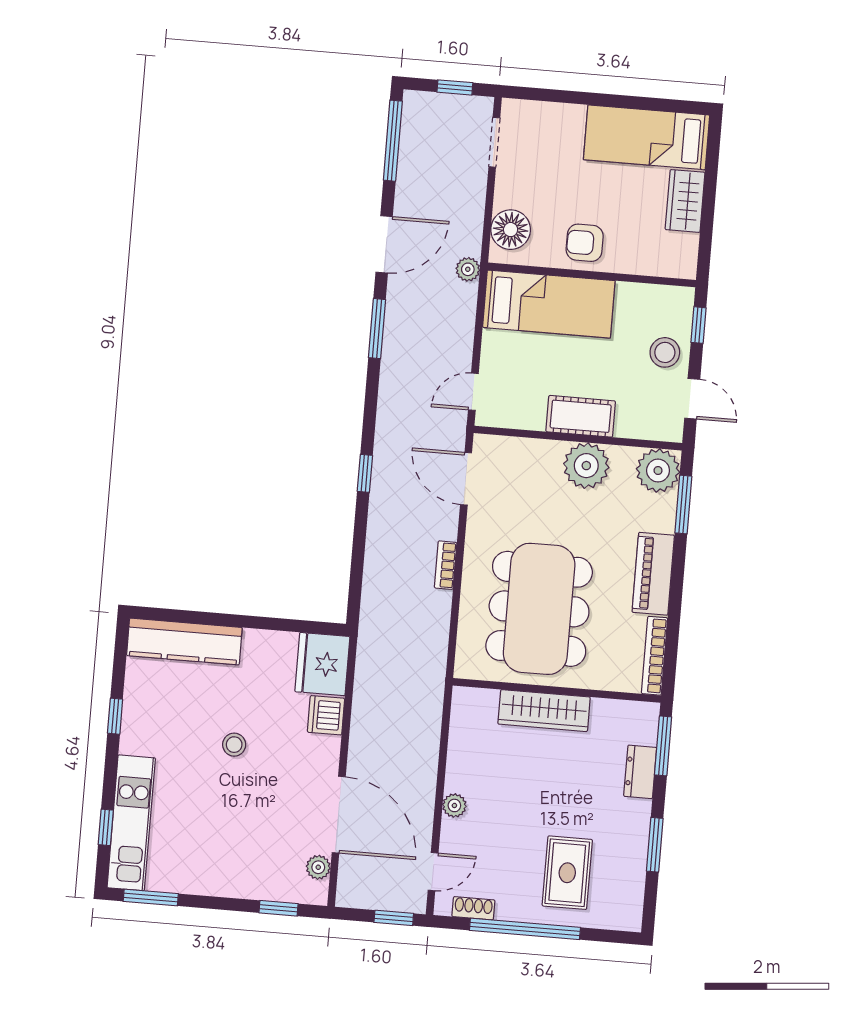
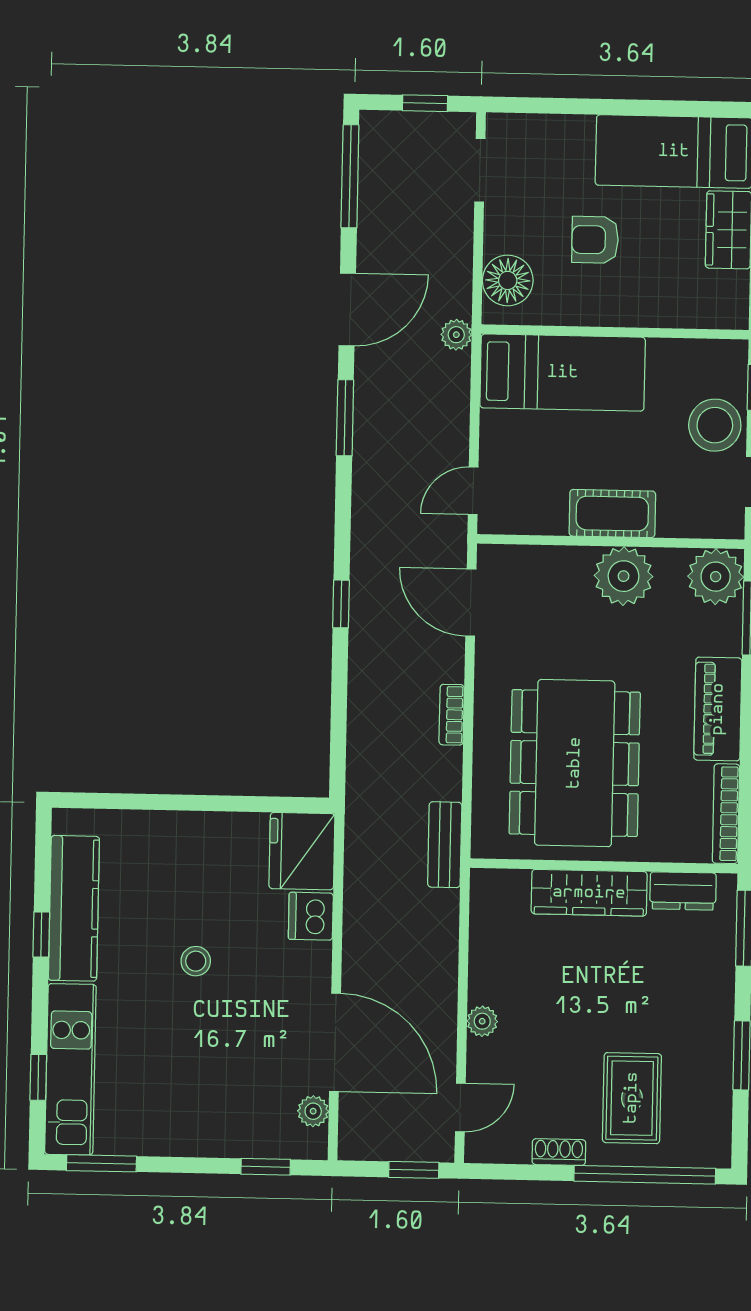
armchair: (585, 243) -> (595, 240), moved
stool: (665, 352) -> (715, 425), width x1.38, depth x1.38
kitchen counter: (184, 642) -> (74, 908), moved, turned -90
bench: (434, 666) -> (445, 845), added
dresser: (640, 772) -> (683, 891), moved, turned -90
shoe rack: (473, 908) -> (559, 1152), moved
window: (525, 929) -> (645, 1175), moved

